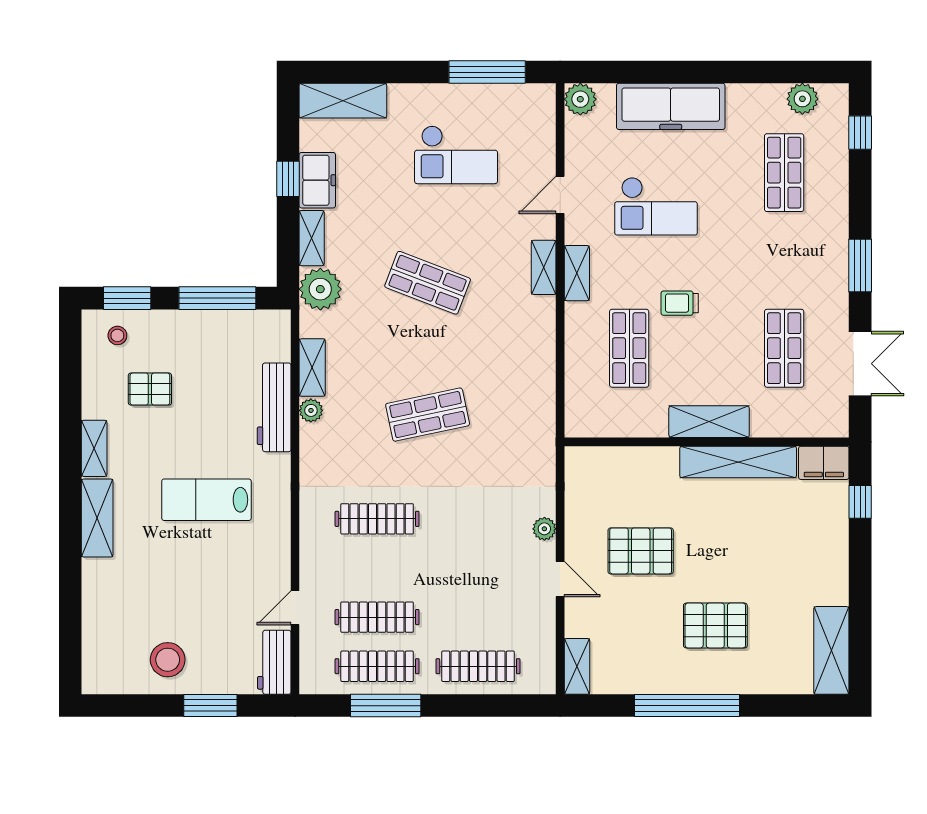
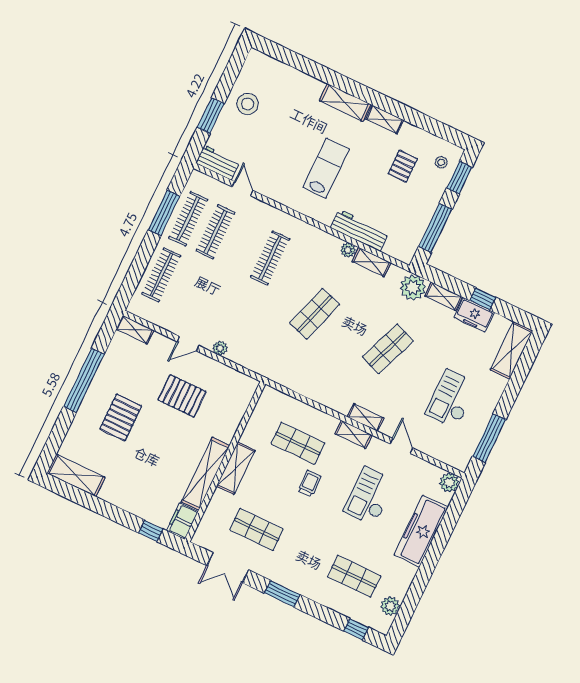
shop shelf: (428, 415) -> (315, 314), turned 30
pallet: (641, 551) -> (182, 396), turned 90

